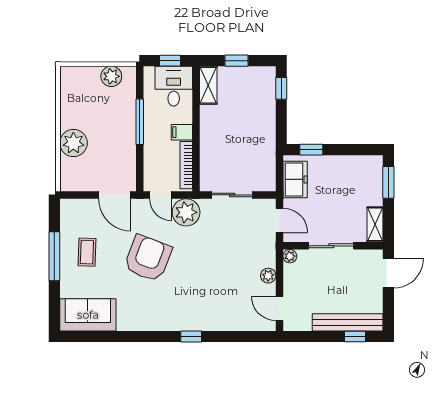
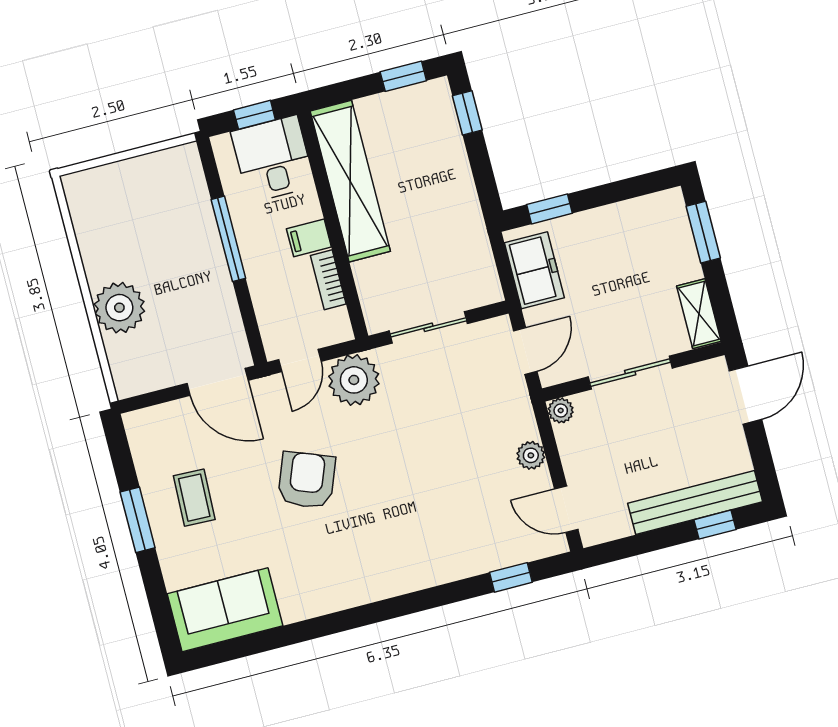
window: (236, 61) -> (403, 76), moved
plant: (111, 76) -> (156, 170), removed
shelving: (208, 85) -> (350, 181), width x2.20, depth x1.33
bookcase: (186, 165) -> (328, 280), width x0.64
door: (161, 195) -> (300, 361), hinge flipped
door: (279, 220) -> (525, 351), hinge flipped
window: (54, 256) -> (138, 520), width x0.69
armchair: (148, 258) -> (307, 480), width x0.73, depth x0.73
window: (191, 337) -> (511, 577), moved

